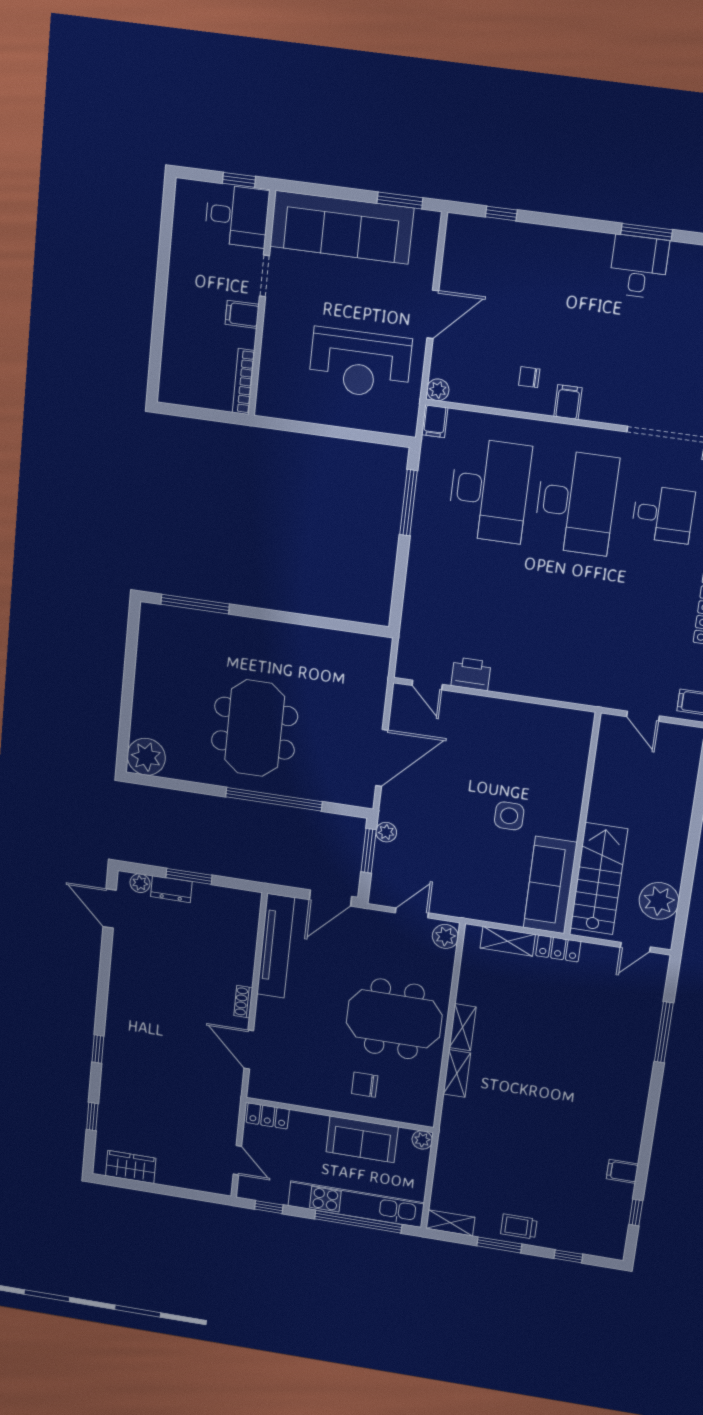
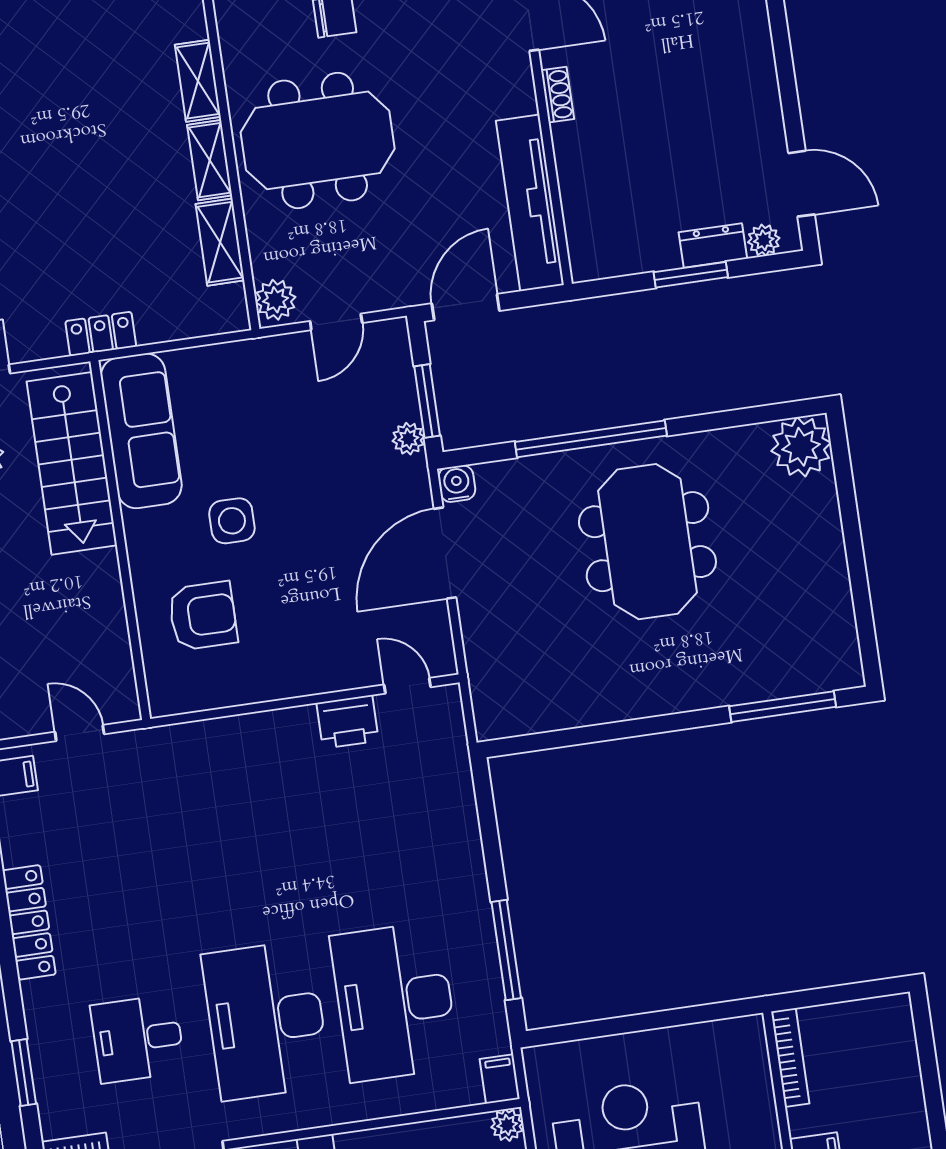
armchair: (544, 765) -> (203, 616), added
water cooler: (363, 797) -> (457, 484), added
shelving: (508, 941) -> (220, 242), moved, turned 90

